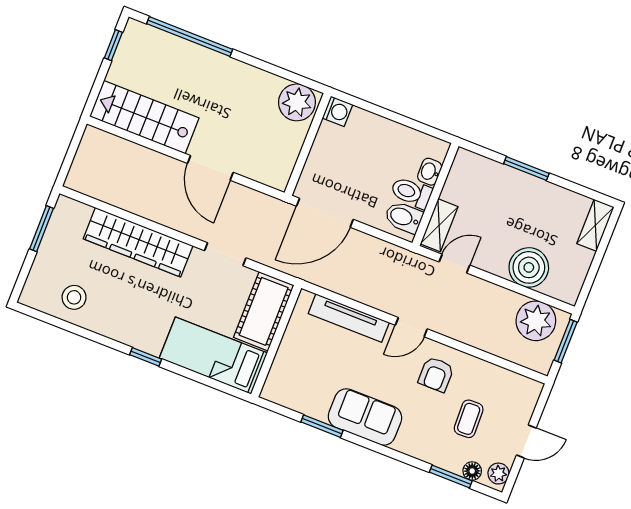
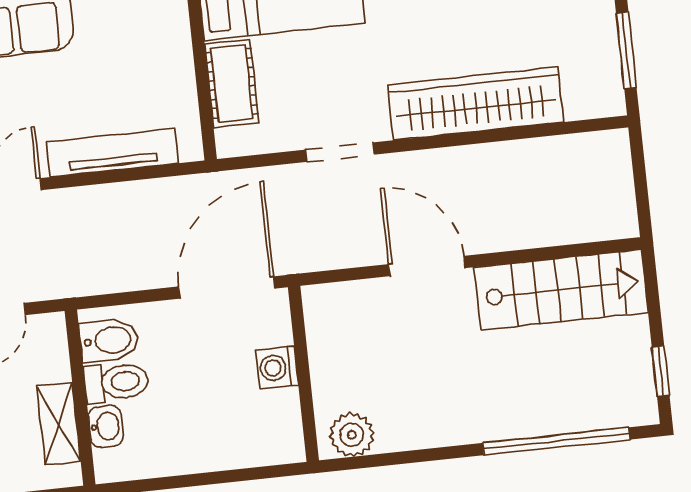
plant: (297, 102) -> (352, 435), width x0.73, depth x0.73
washing machine: (337, 111) -> (277, 368), moved
shelving: (439, 225) -> (59, 424), moved
cot: (264, 311) -> (232, 83), width x0.73, depth x0.75

